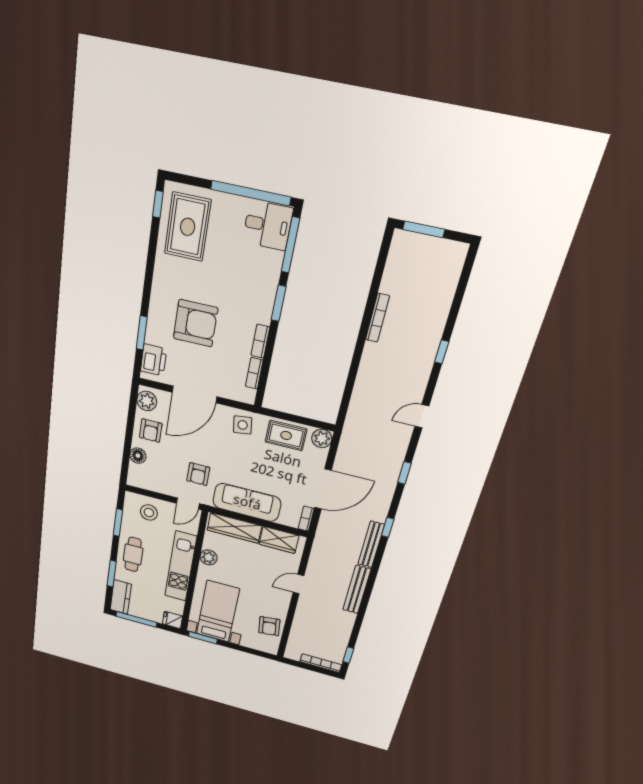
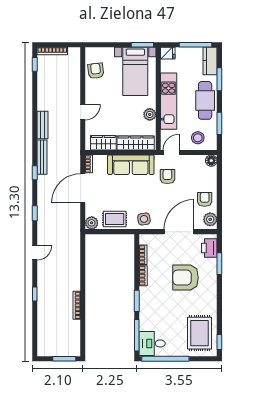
floor lamp: (138, 456) -> (211, 161), moved
cafe table: (133, 554) -> (205, 100), width x1.37, depth x1.35
bench: (357, 590) -> (42, 125), width x0.73

